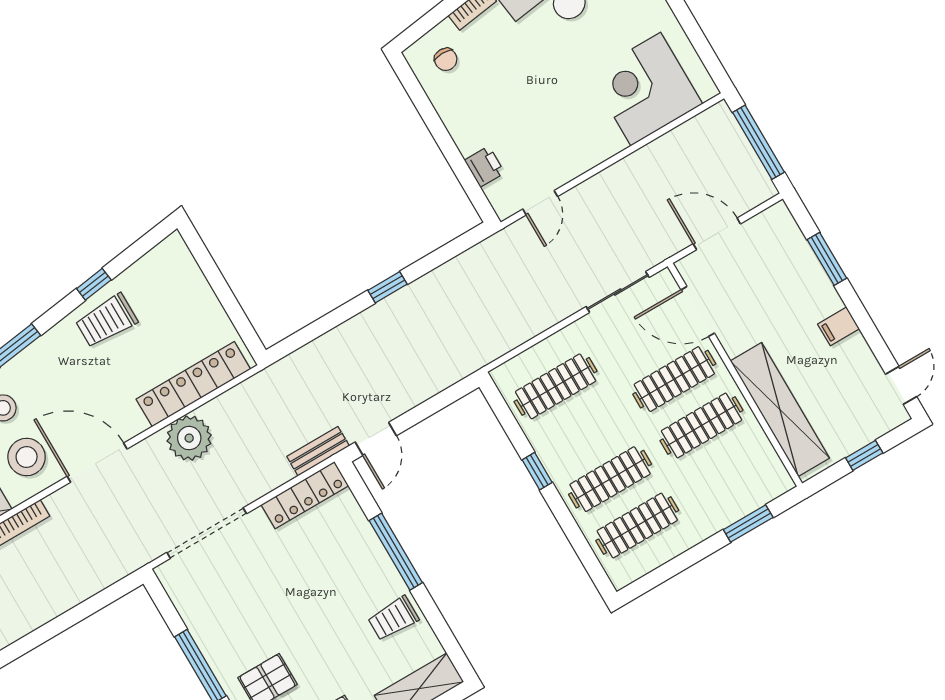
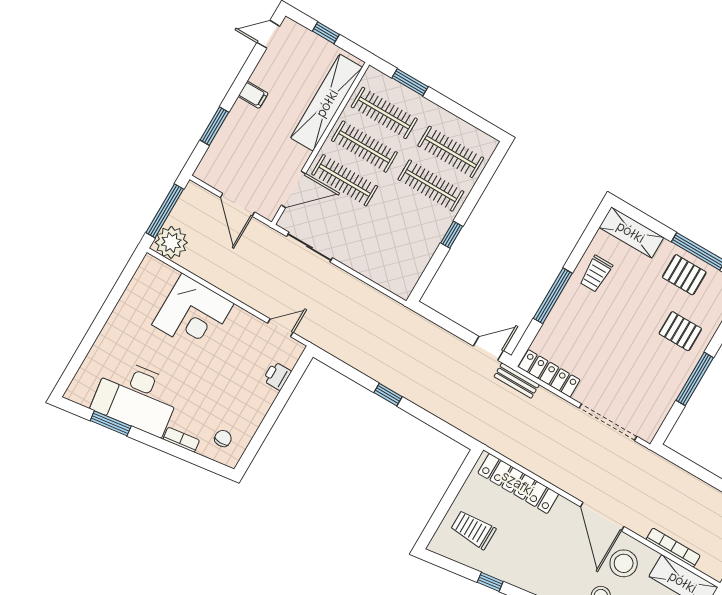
corner desk: (646, 89) -> (193, 314), moved
door: (698, 311) -> (293, 189), hinge flipped
trolley: (106, 321) -> (473, 530), moved, turned 180
clothes rail: (556, 386) -> (384, 113), moved
plant: (189, 438) -> (171, 242), moved
trolley: (393, 618) -> (596, 274), turned 90

